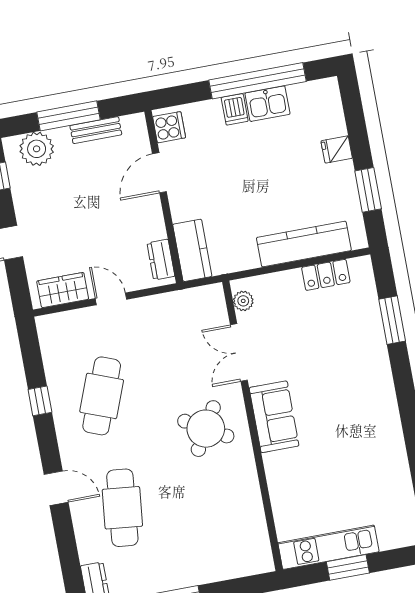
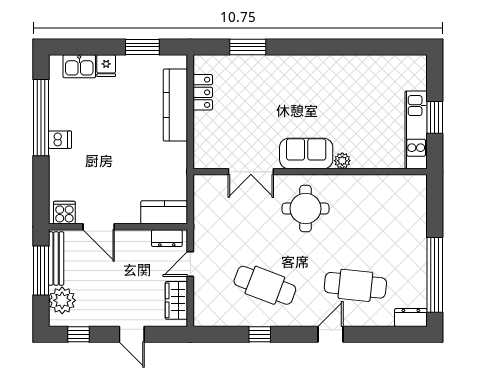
kitchen sink: (267, 104) -> (79, 66), moved, turned 90
cooker: (169, 127) -> (64, 213), moved
bench: (96, 130) -> (56, 258), width x1.36
door: (159, 173) -> (99, 227), moved
wall: (164, 197) -> (118, 227), moved
kitchen counter: (192, 250) -> (164, 212), moved
dresser: (161, 260) -> (167, 238), moved
plant: (243, 301) -> (342, 161), moved
round table: (206, 429) -> (306, 209), turned -30

